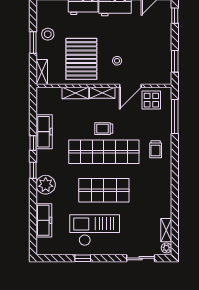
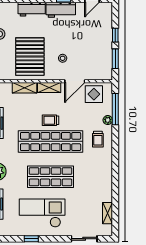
window: (175, 16) -> (115, 35), moved
plant: (166, 248) -> (108, 120), moved

